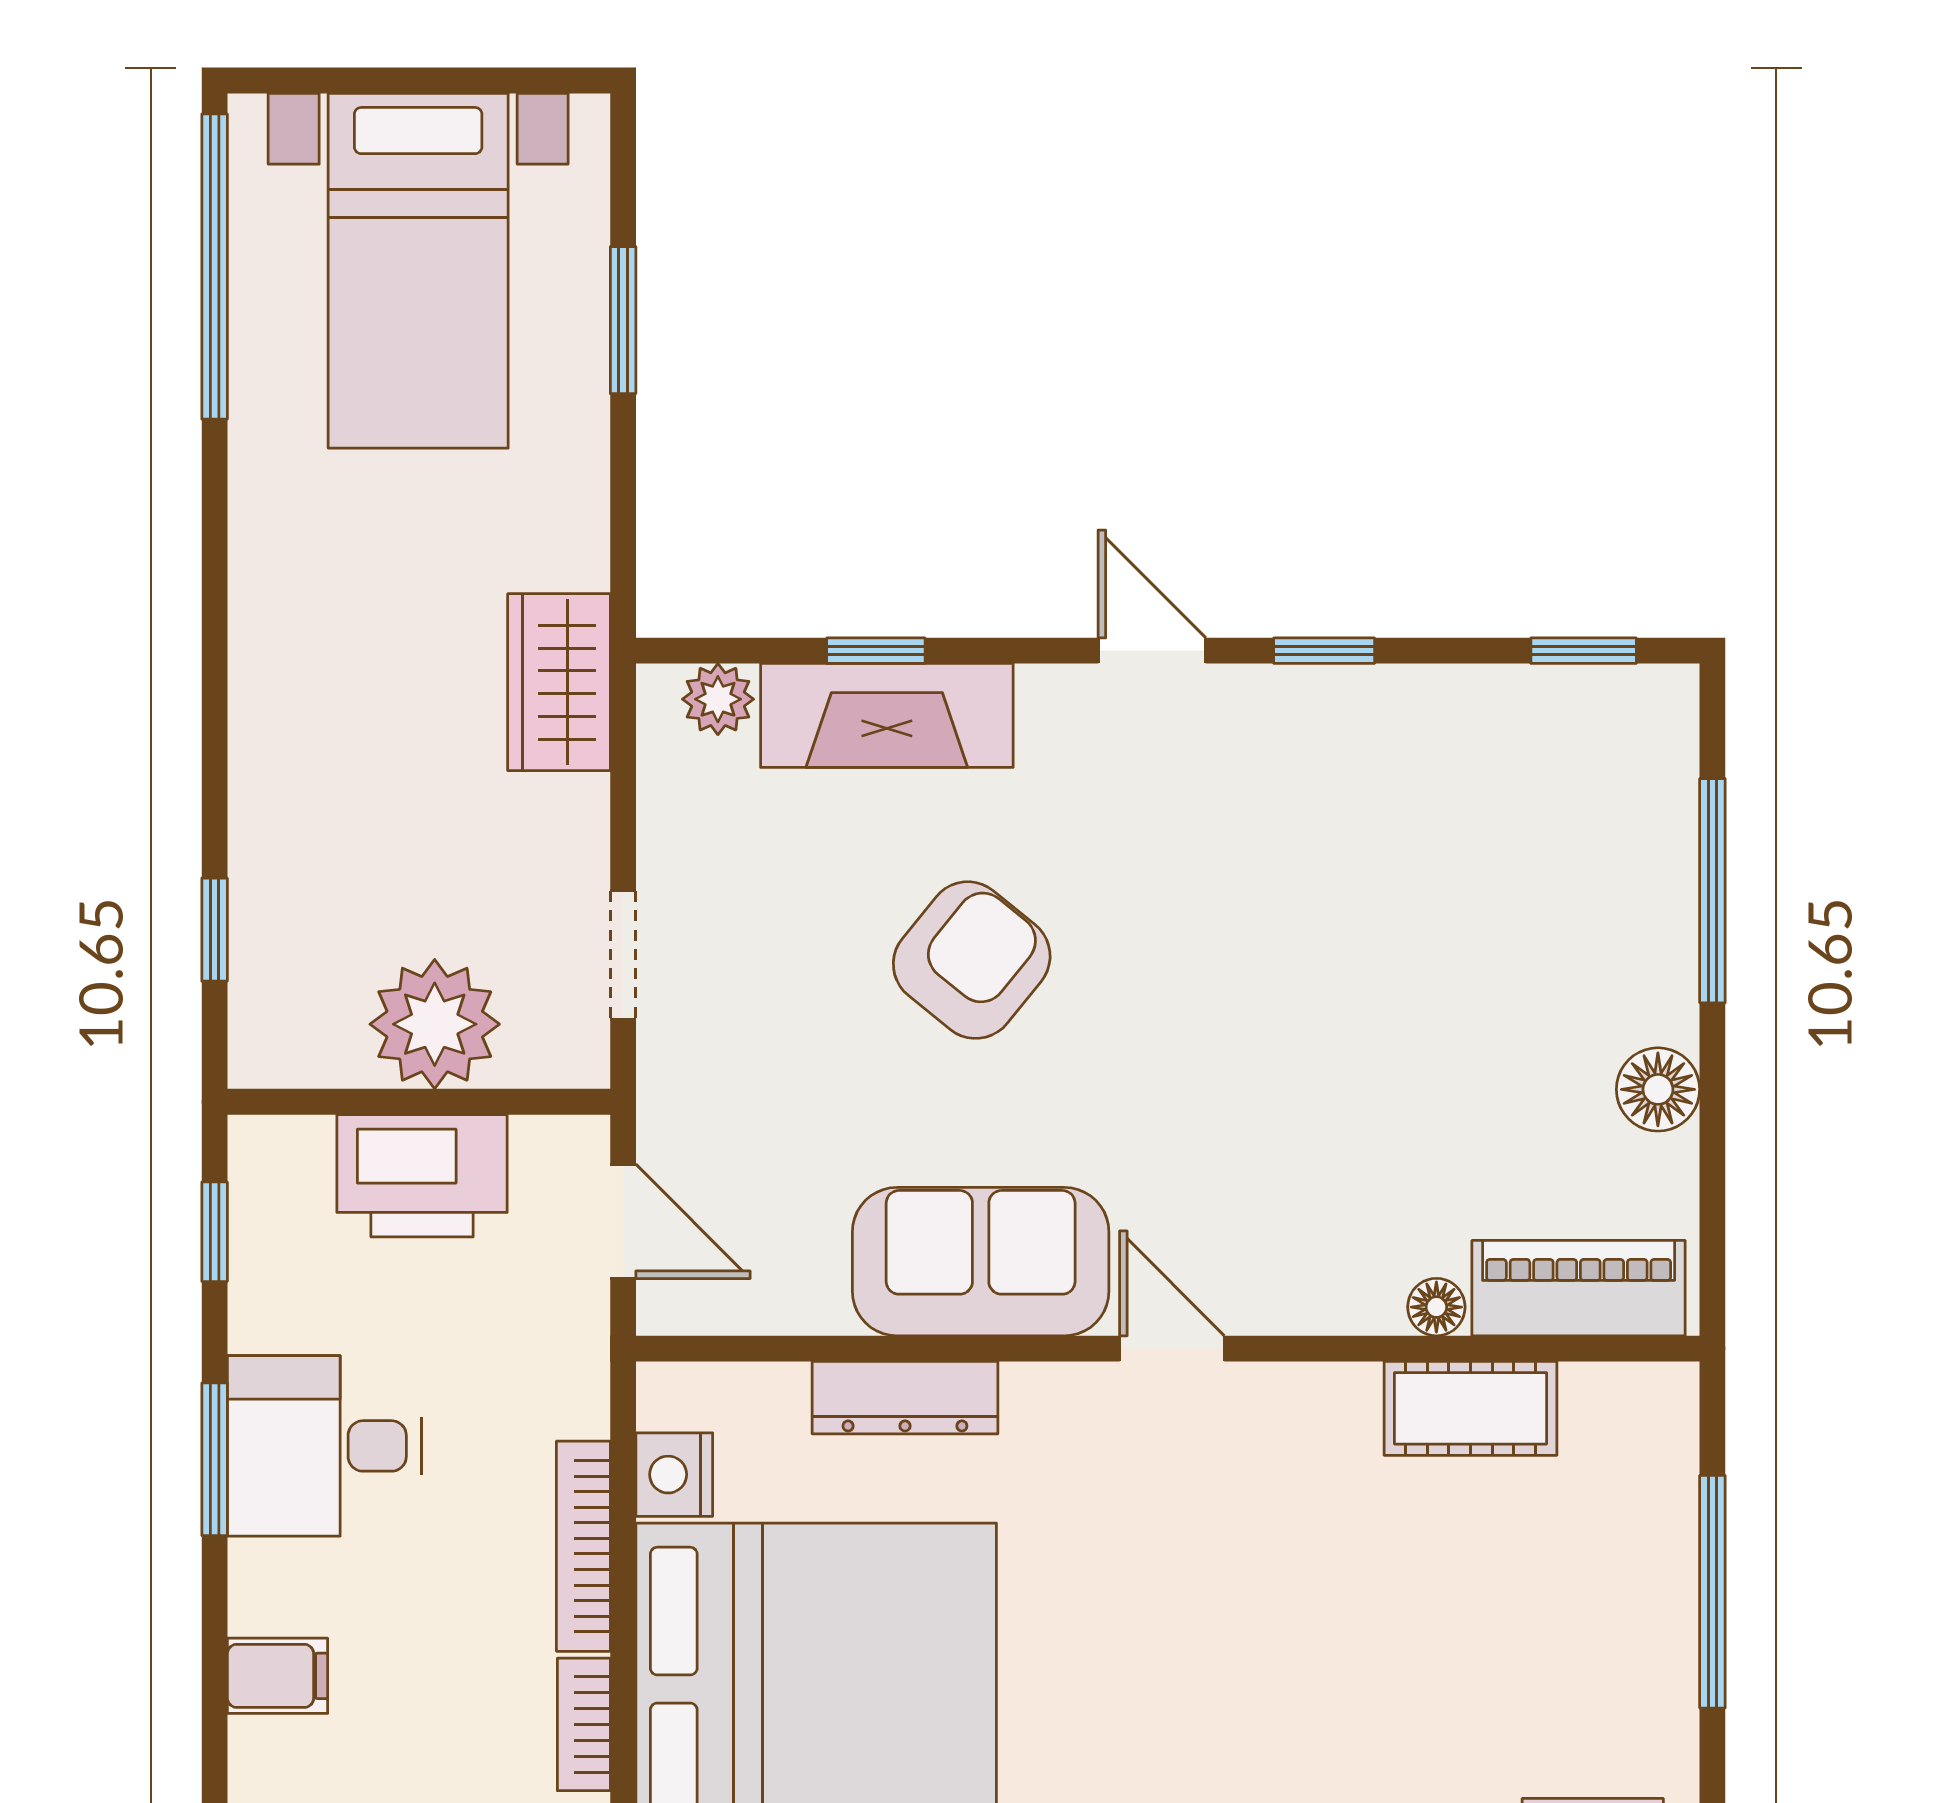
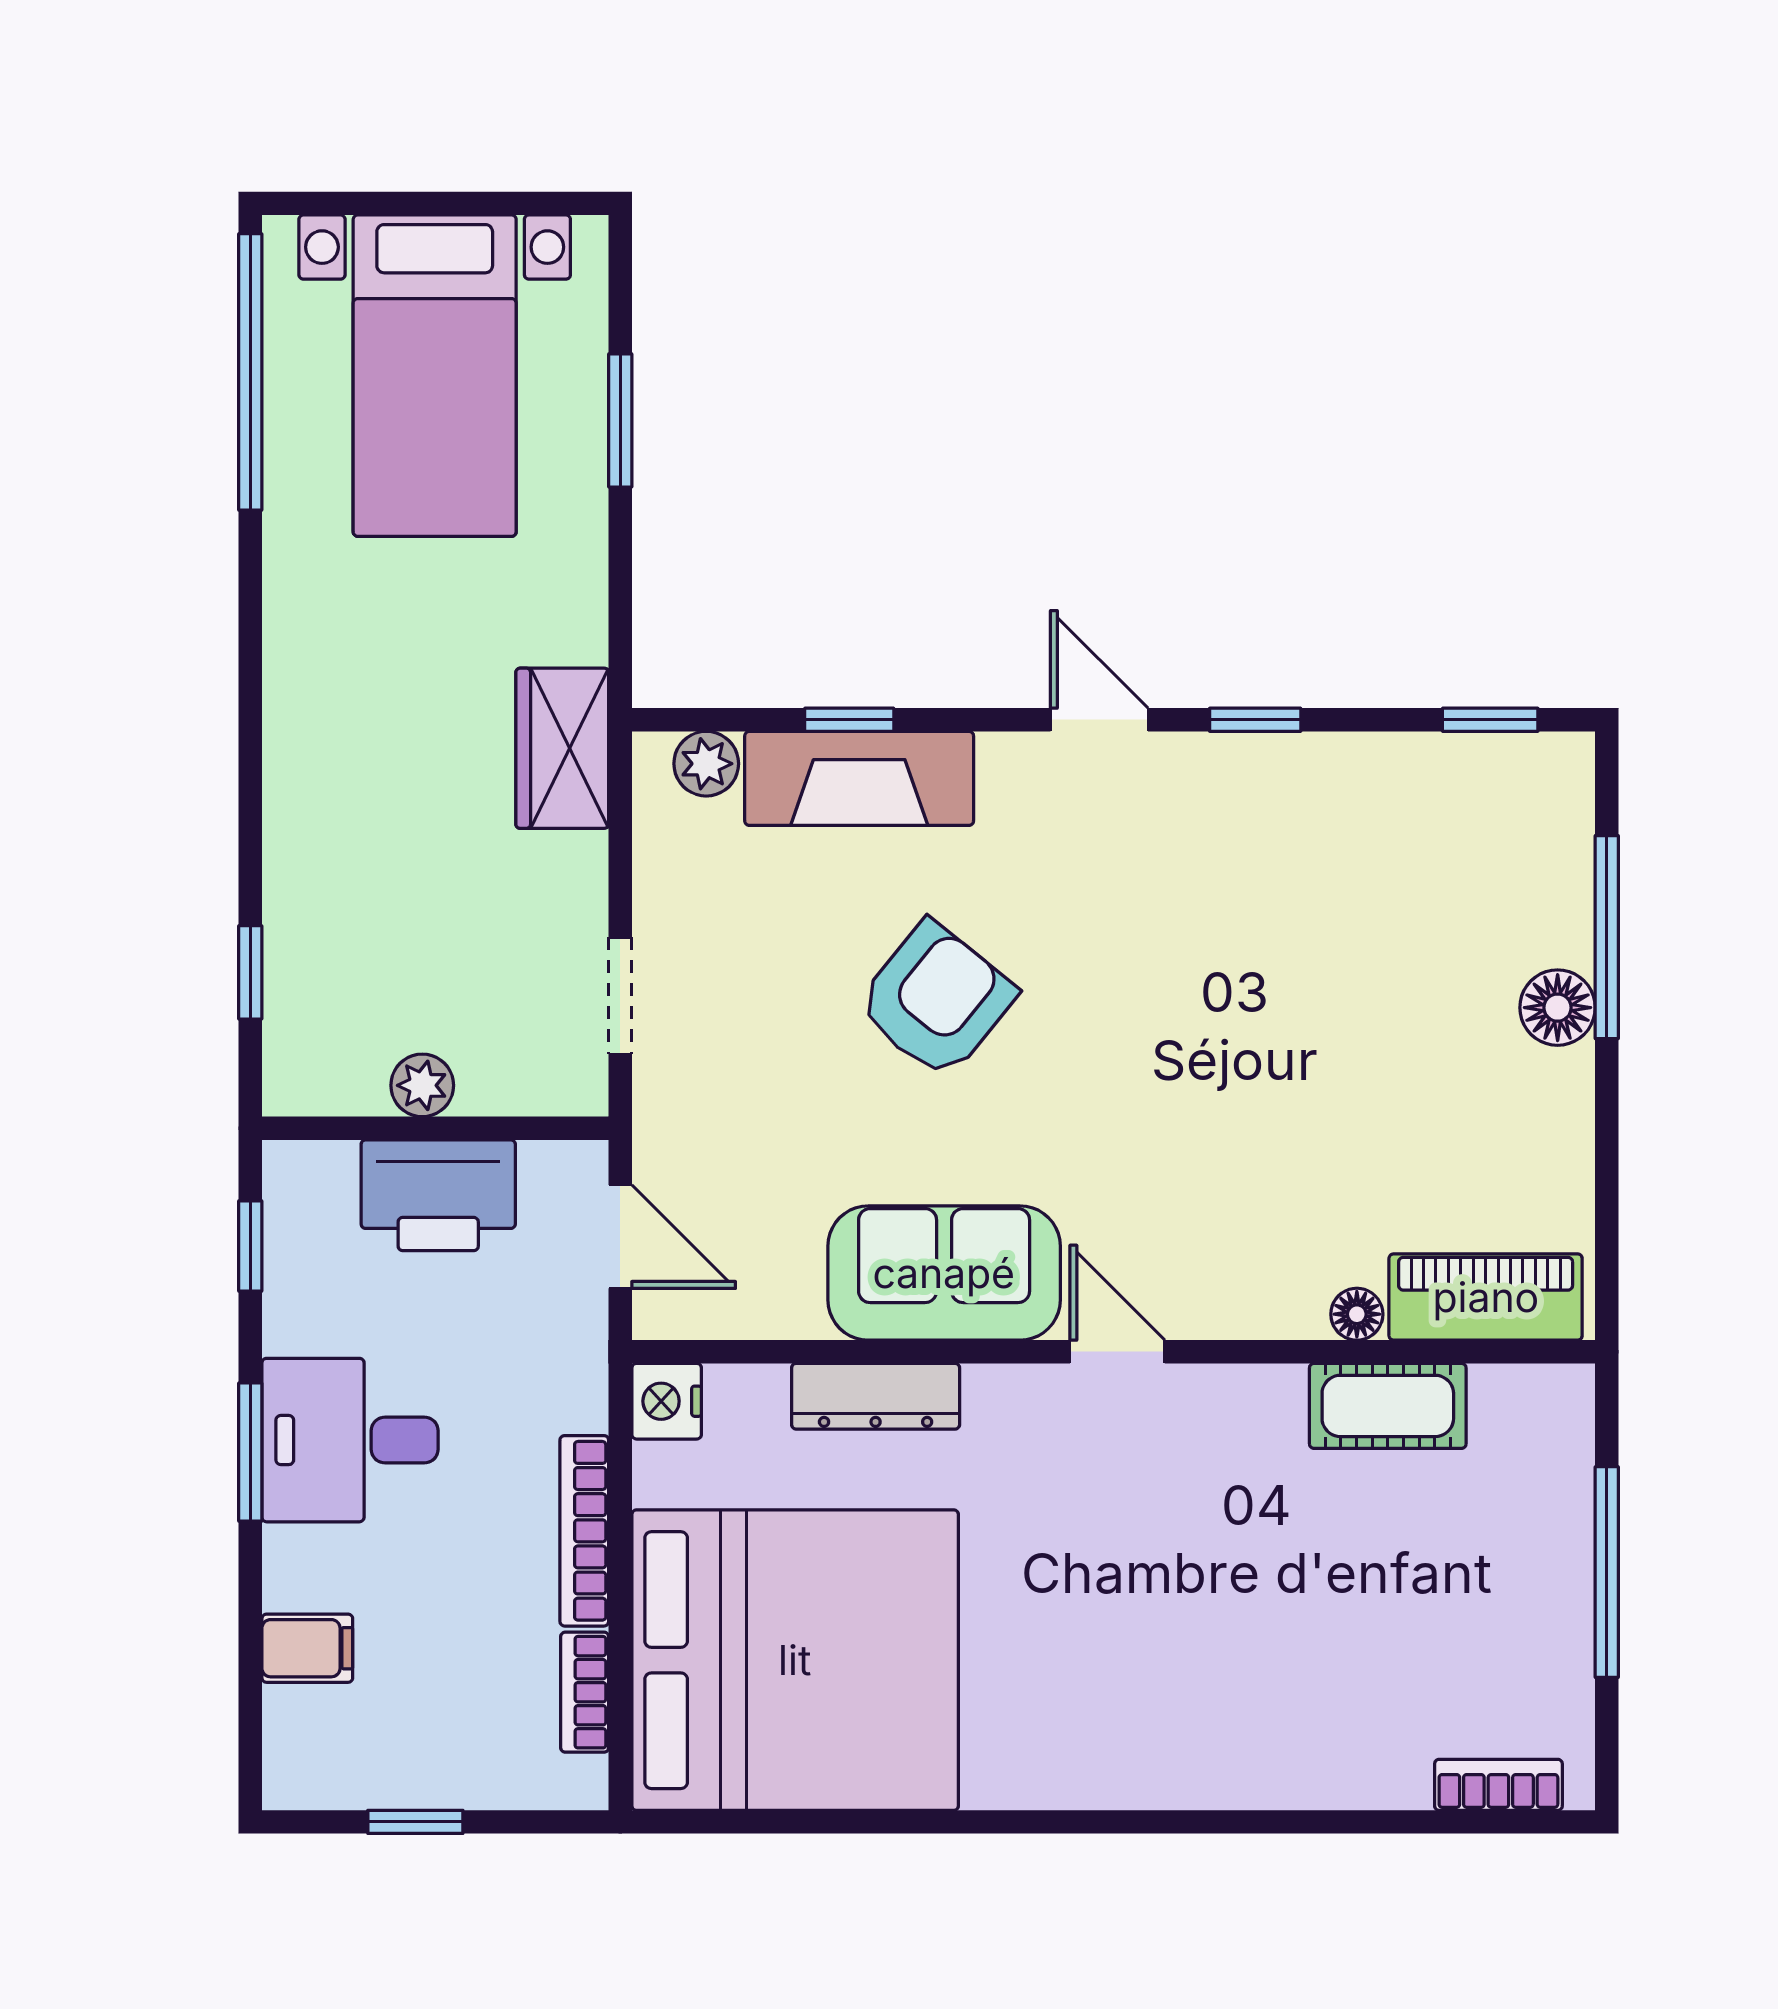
plant: (435, 1024) -> (422, 1085), width x0.53, depth x0.53
floor lamp: (1658, 1089) -> (1558, 1008), moved
nightstand: (674, 1475) -> (667, 1401), moved

